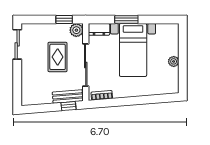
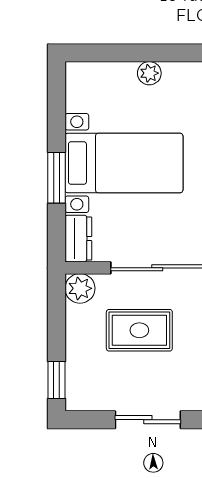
window: (64, 20) -> (56, 380), moved
sliding door: (17, 44) -> (148, 420), moved

